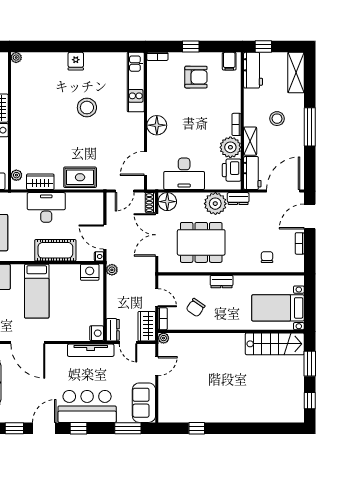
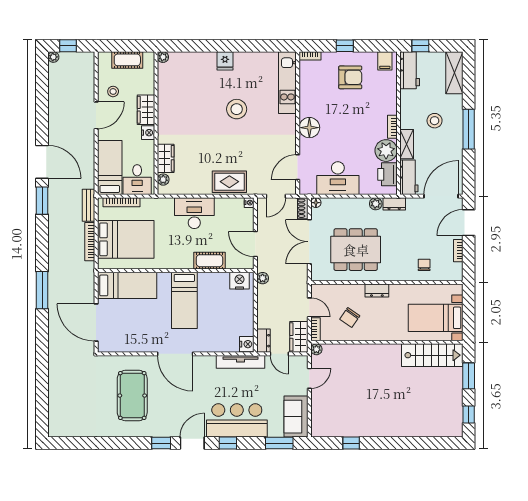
wardrobe: (40, 182) -> (166, 158), moved, turned 90
floor lamp: (167, 202) -> (316, 203), width x0.53, depth x0.53
plant: (215, 204) -> (376, 204), width x0.53, depth x0.53
cot: (55, 250) -> (209, 261), width x0.73, depth x0.75
nightstand: (99, 256) -> (249, 203), moved

